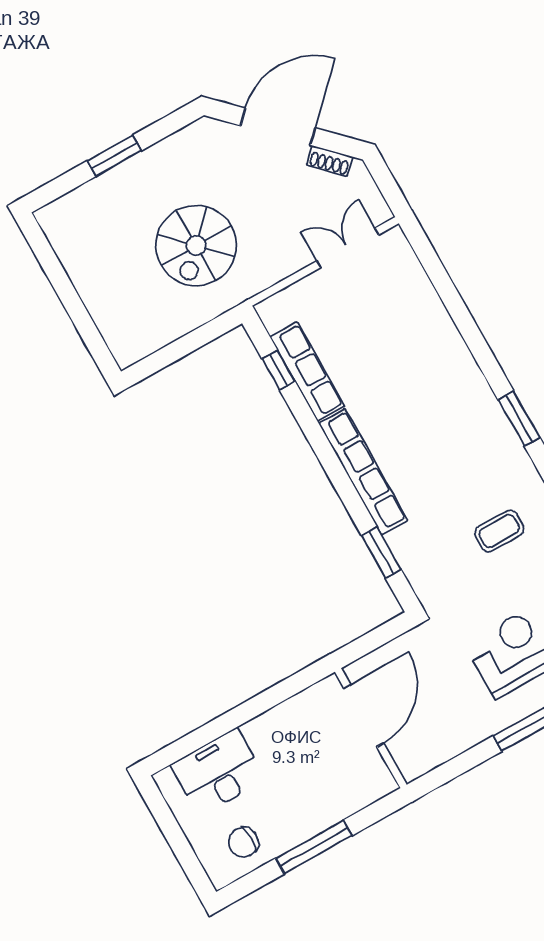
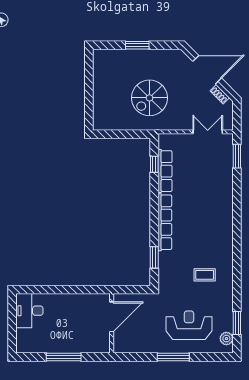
window: (519, 419) -> (237, 156), moved
desk: (218, 772) -> (29, 311), moved, turned -90
chair: (243, 842) -> (37, 340), removed

